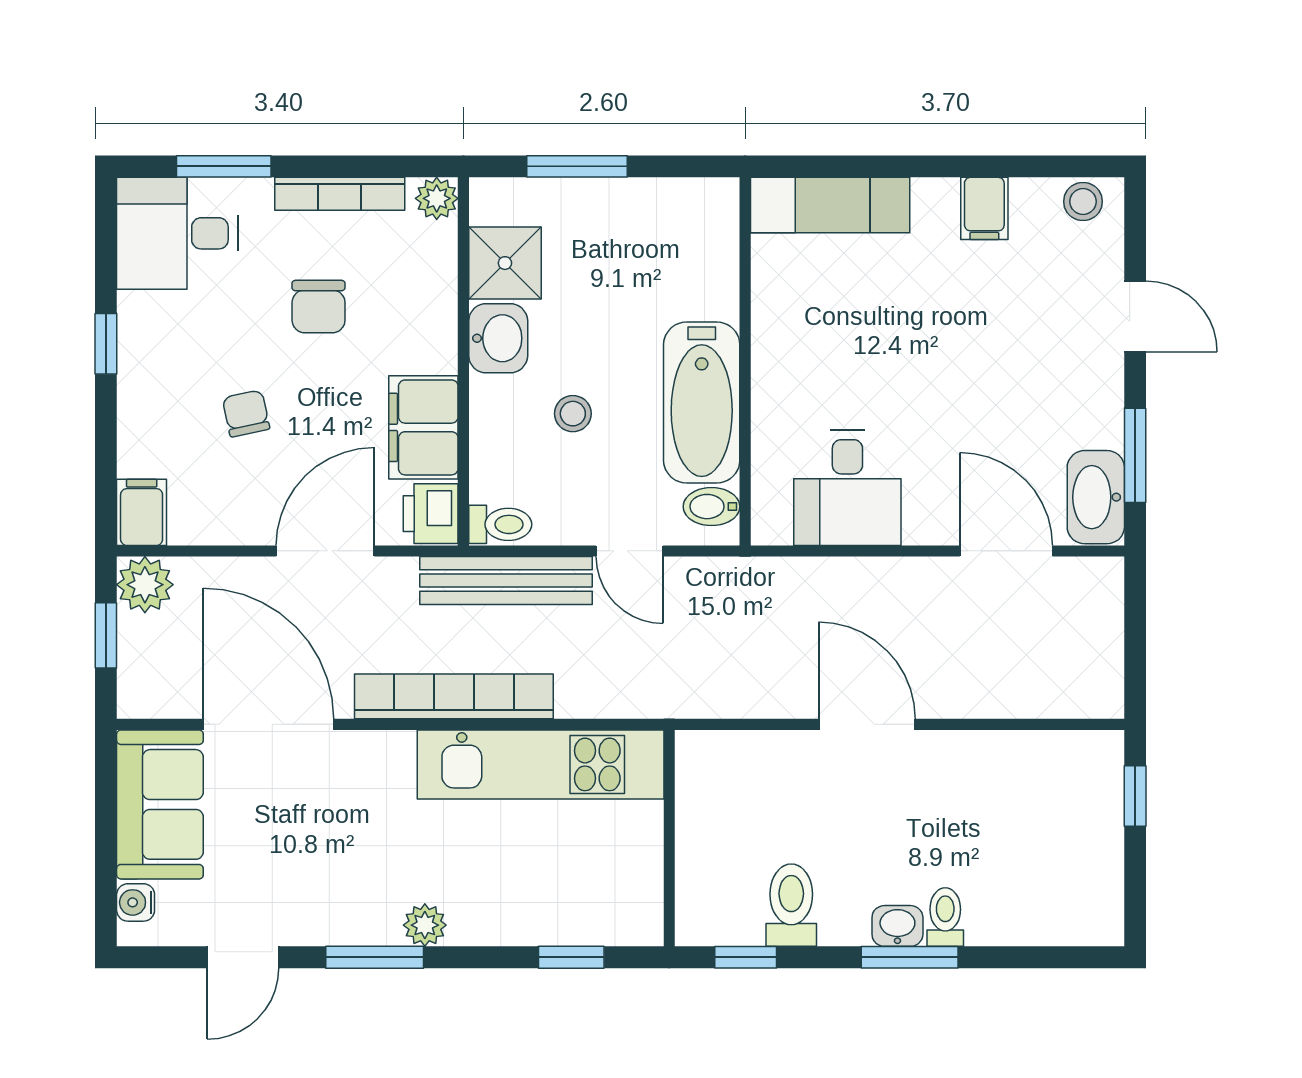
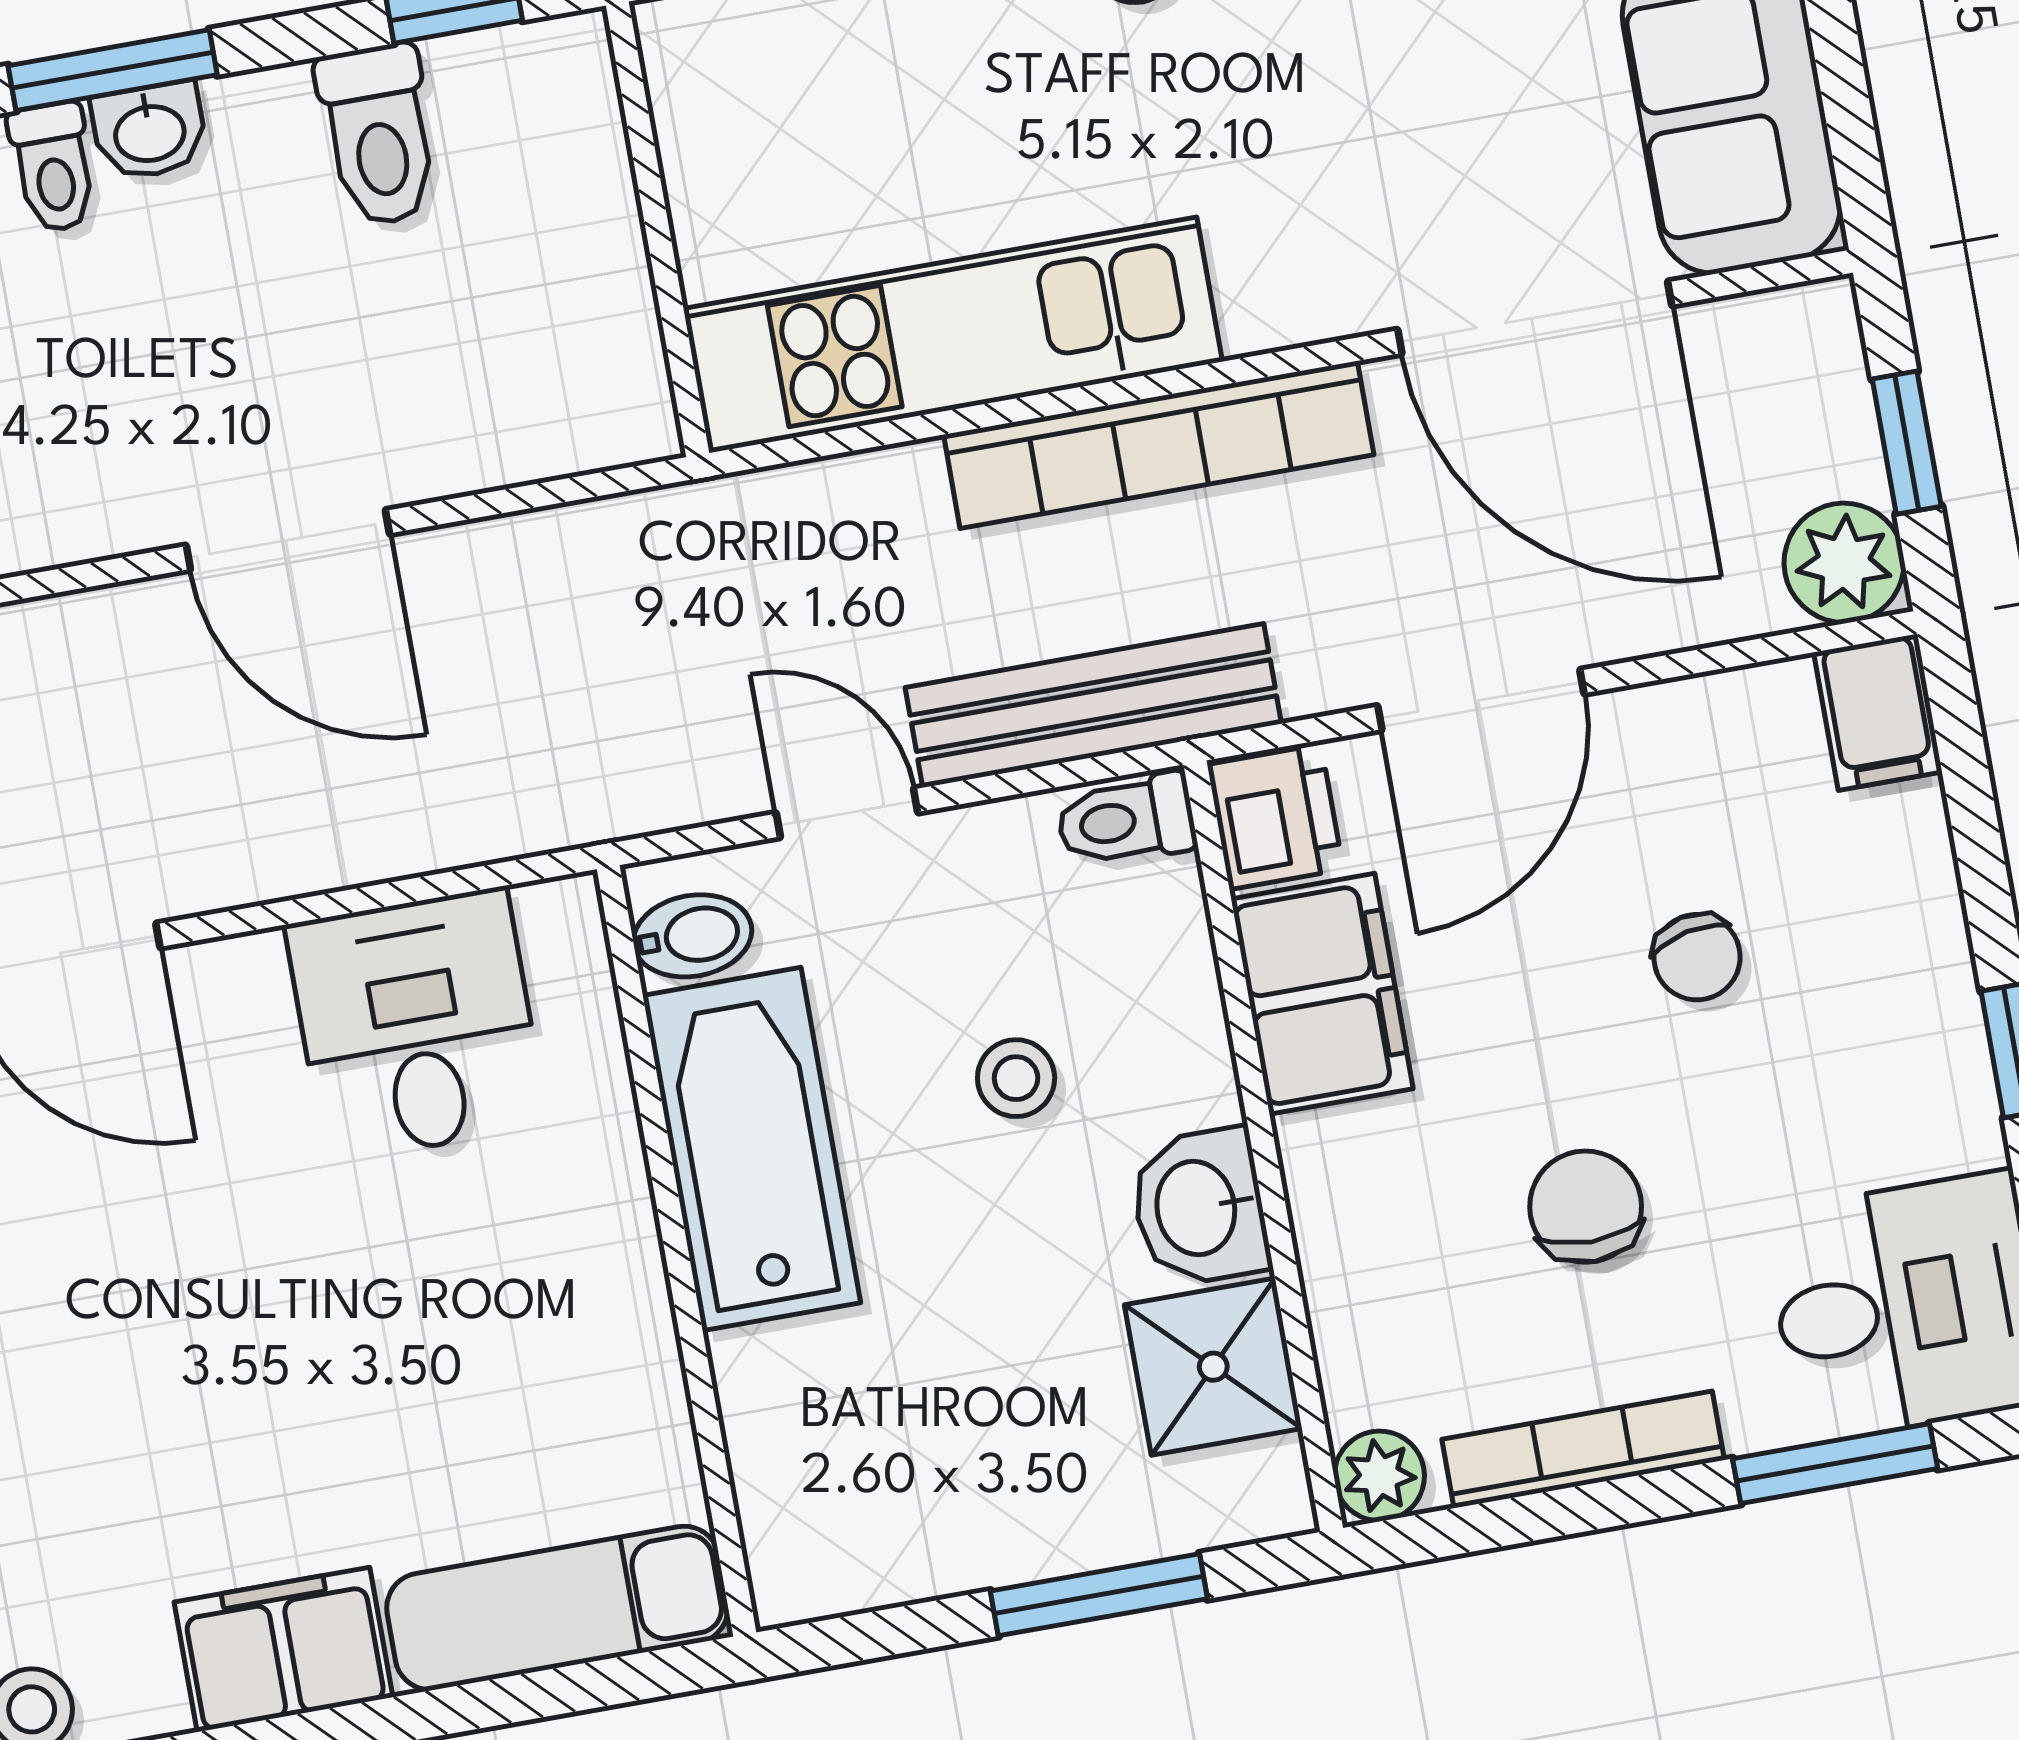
filing cabinet: (984, 208) -> (284, 1650), width x2.00

